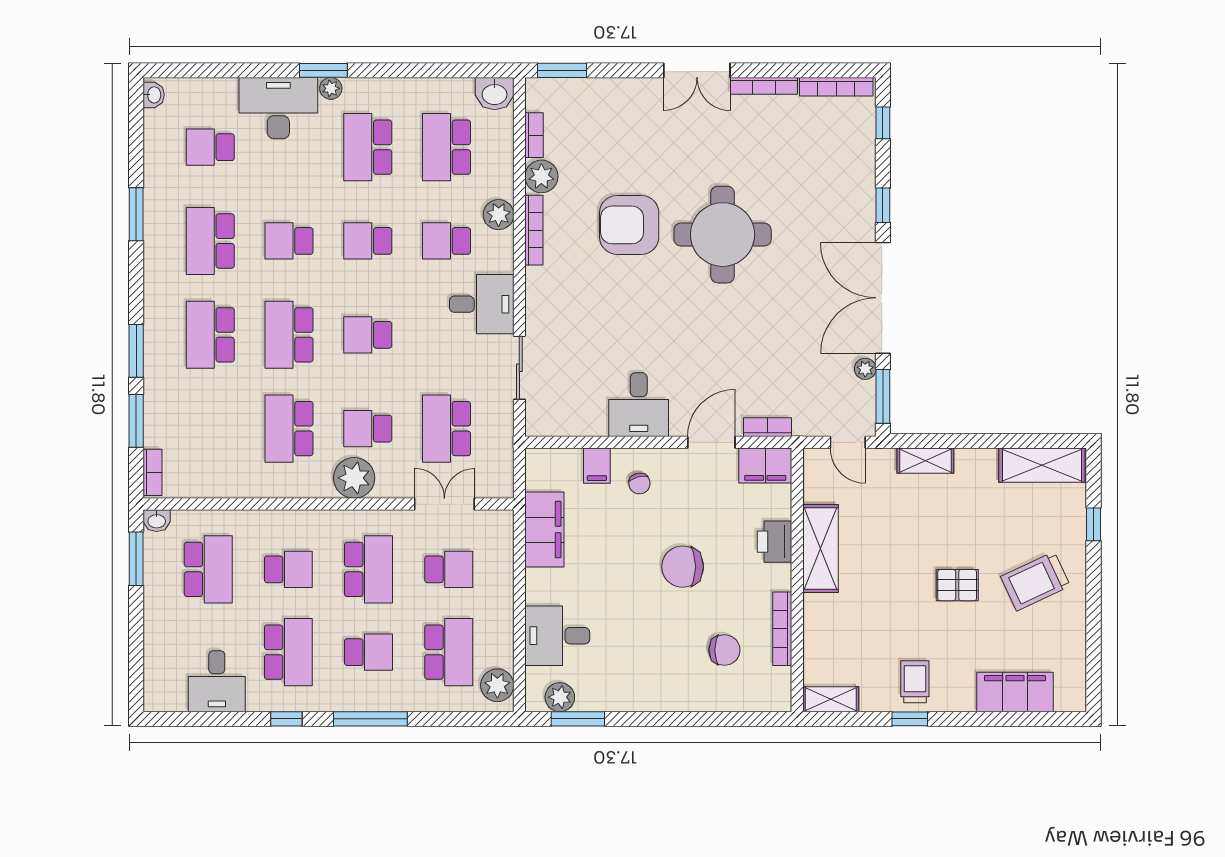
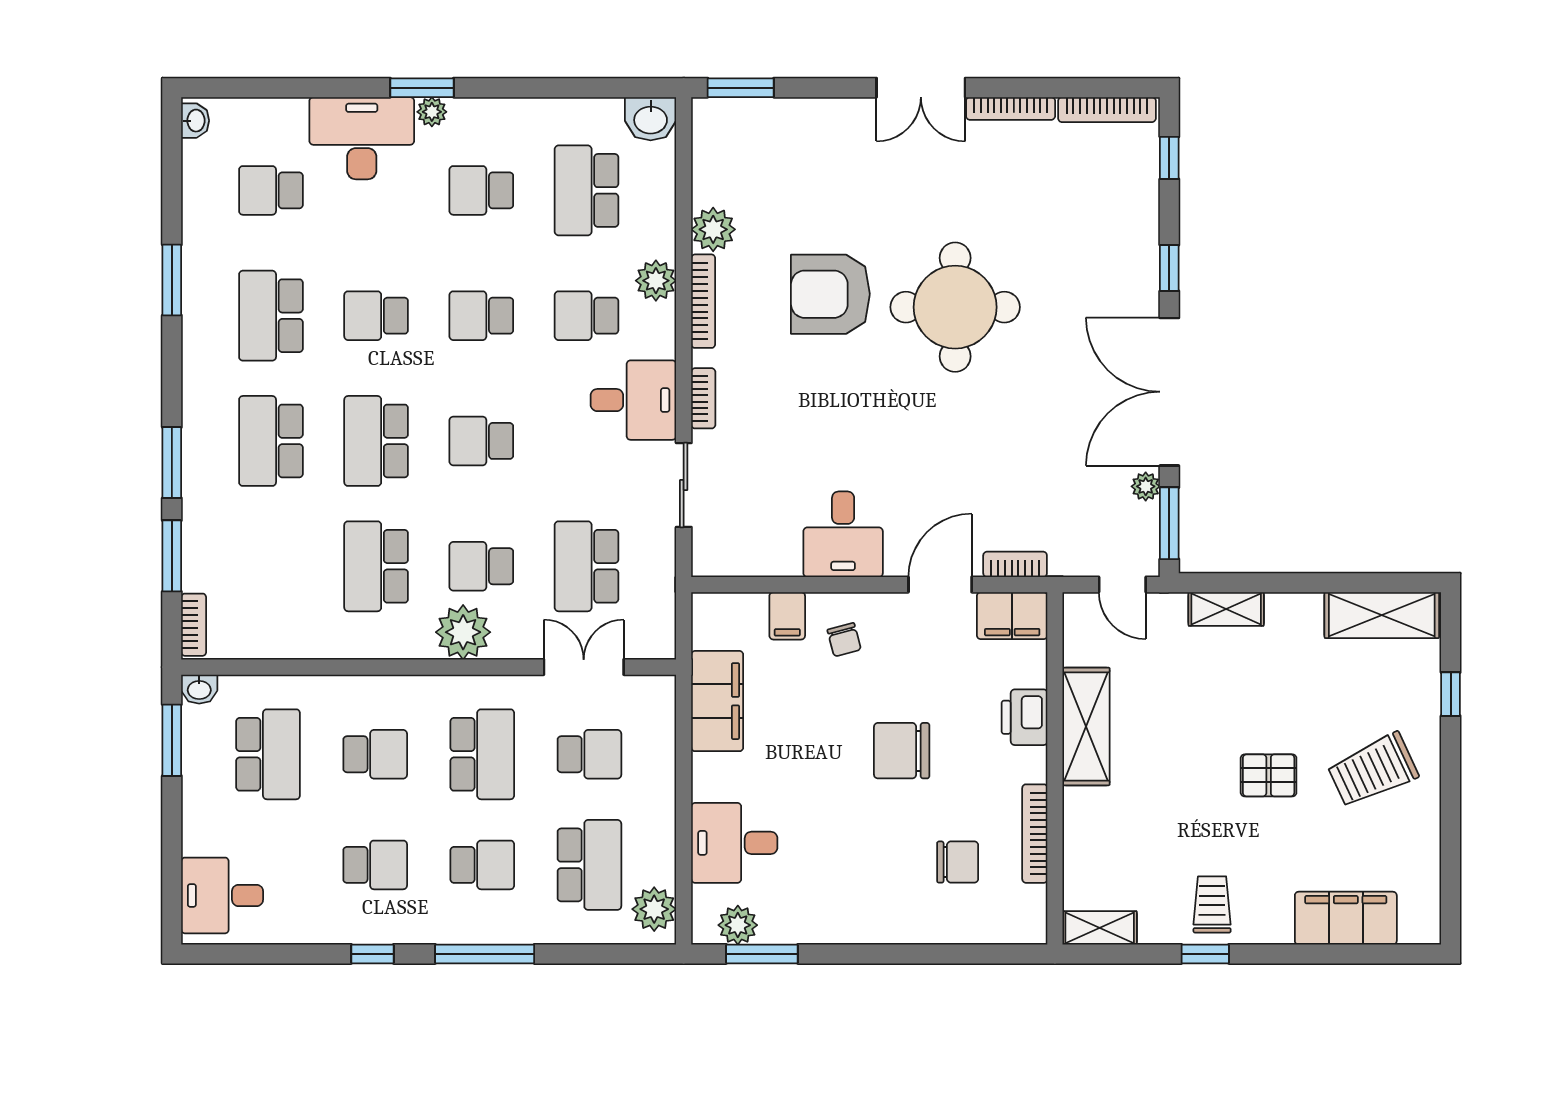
bookcase: (534, 135) -> (703, 398), moved
school desk: (368, 147) -> (481, 190), width x0.54
school desk: (288, 652) -> (375, 865), width x0.54
desk: (217, 681) -> (222, 895), moved, turned 90

